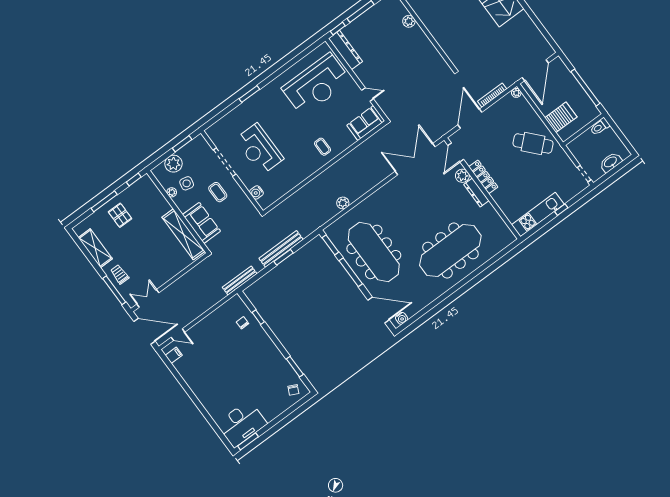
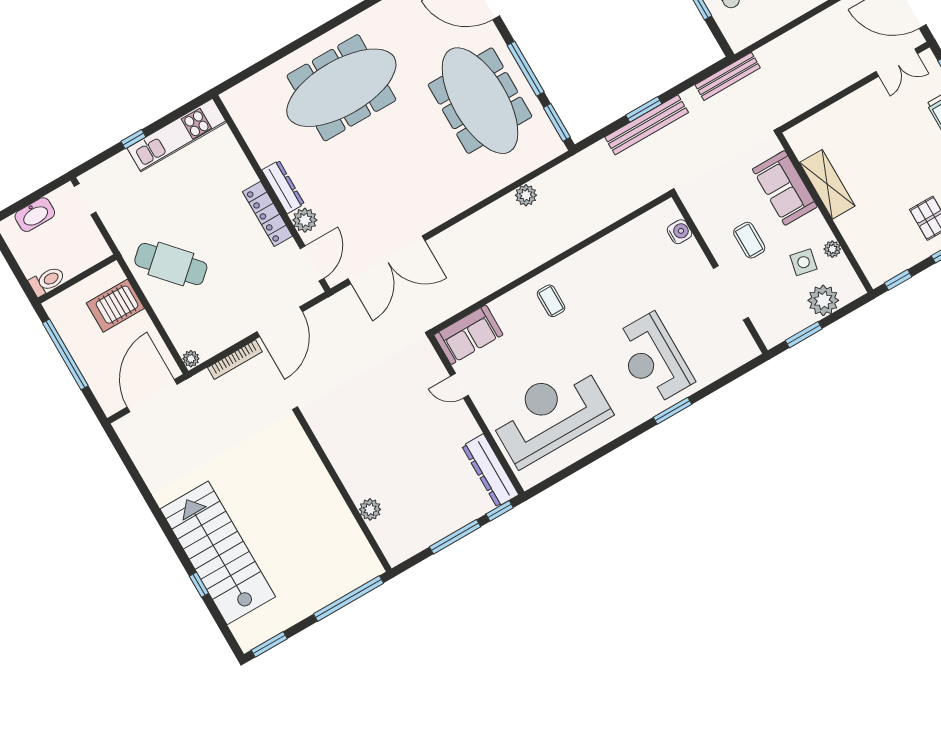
reception desk: (259, 149) -> (653, 359), moved, turned 180
shelving: (183, 234) -> (827, 184), width x0.68

